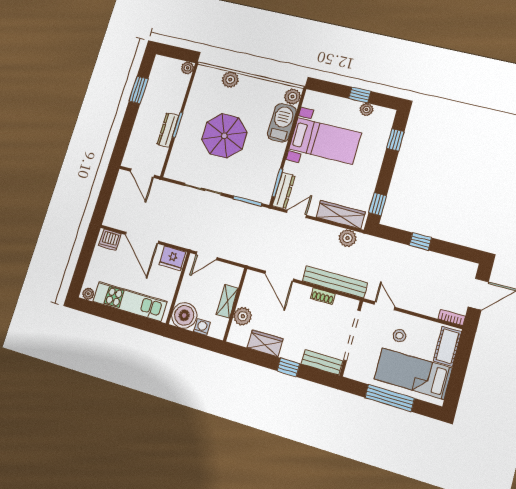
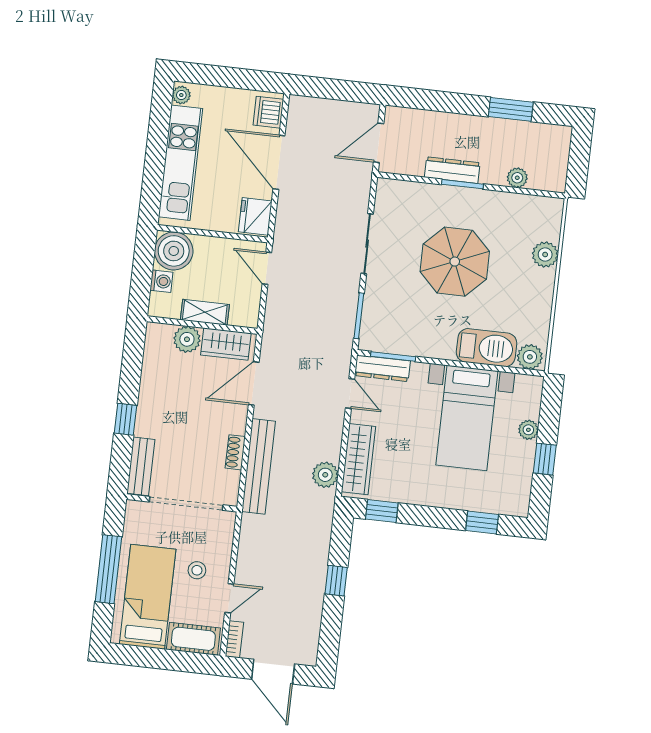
plant: (187, 68) -> (517, 178), moved
plant: (366, 109) -> (528, 430), moved
door: (142, 238) -> (279, 162), hinge flipped
door: (385, 306) -> (229, 598), moved
wardrobe: (265, 343) -> (226, 344), moved, turned 90

